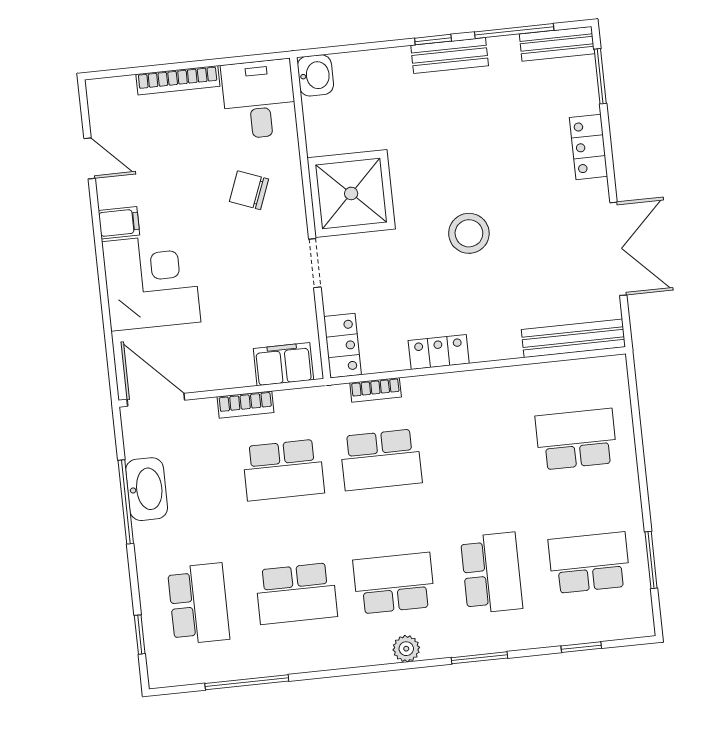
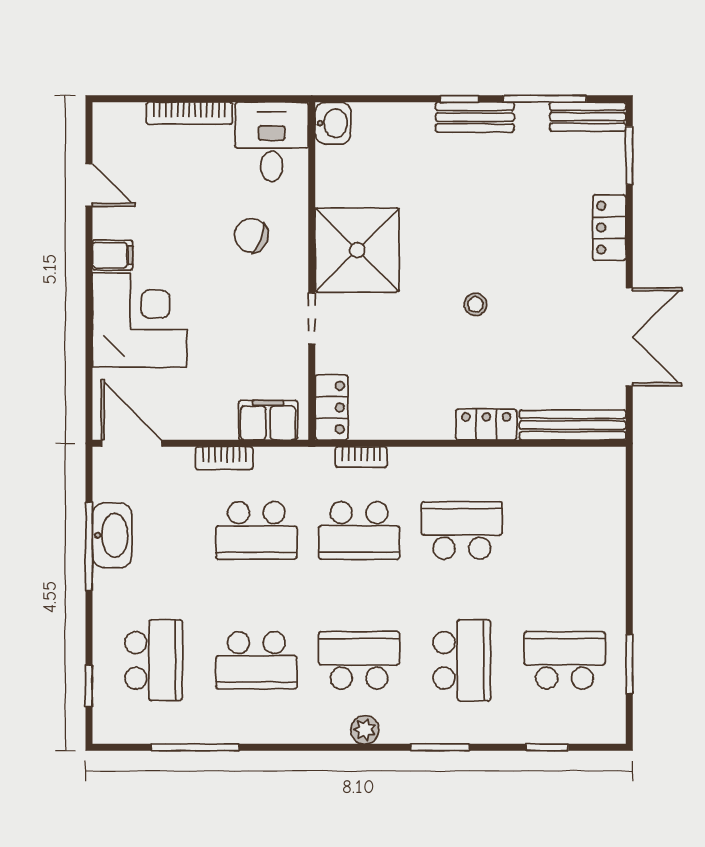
stool: (469, 233) -> (475, 304), width x0.53, depth x0.53
locker: (439, 352) -> (486, 425), moved
school desk: (576, 439) -> (462, 530), moved

